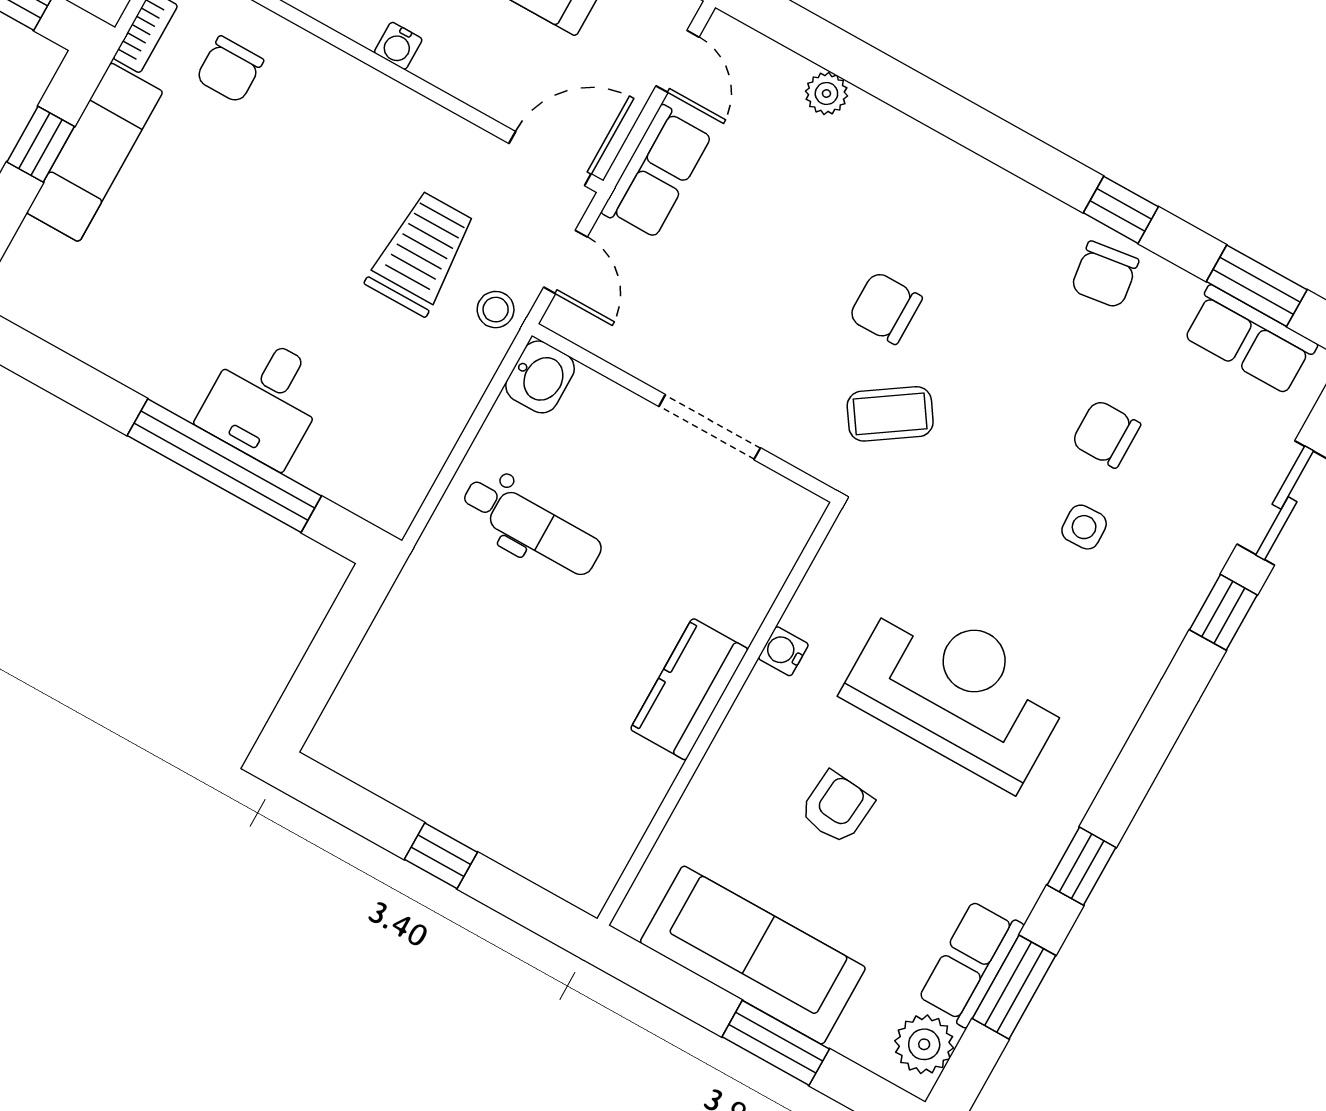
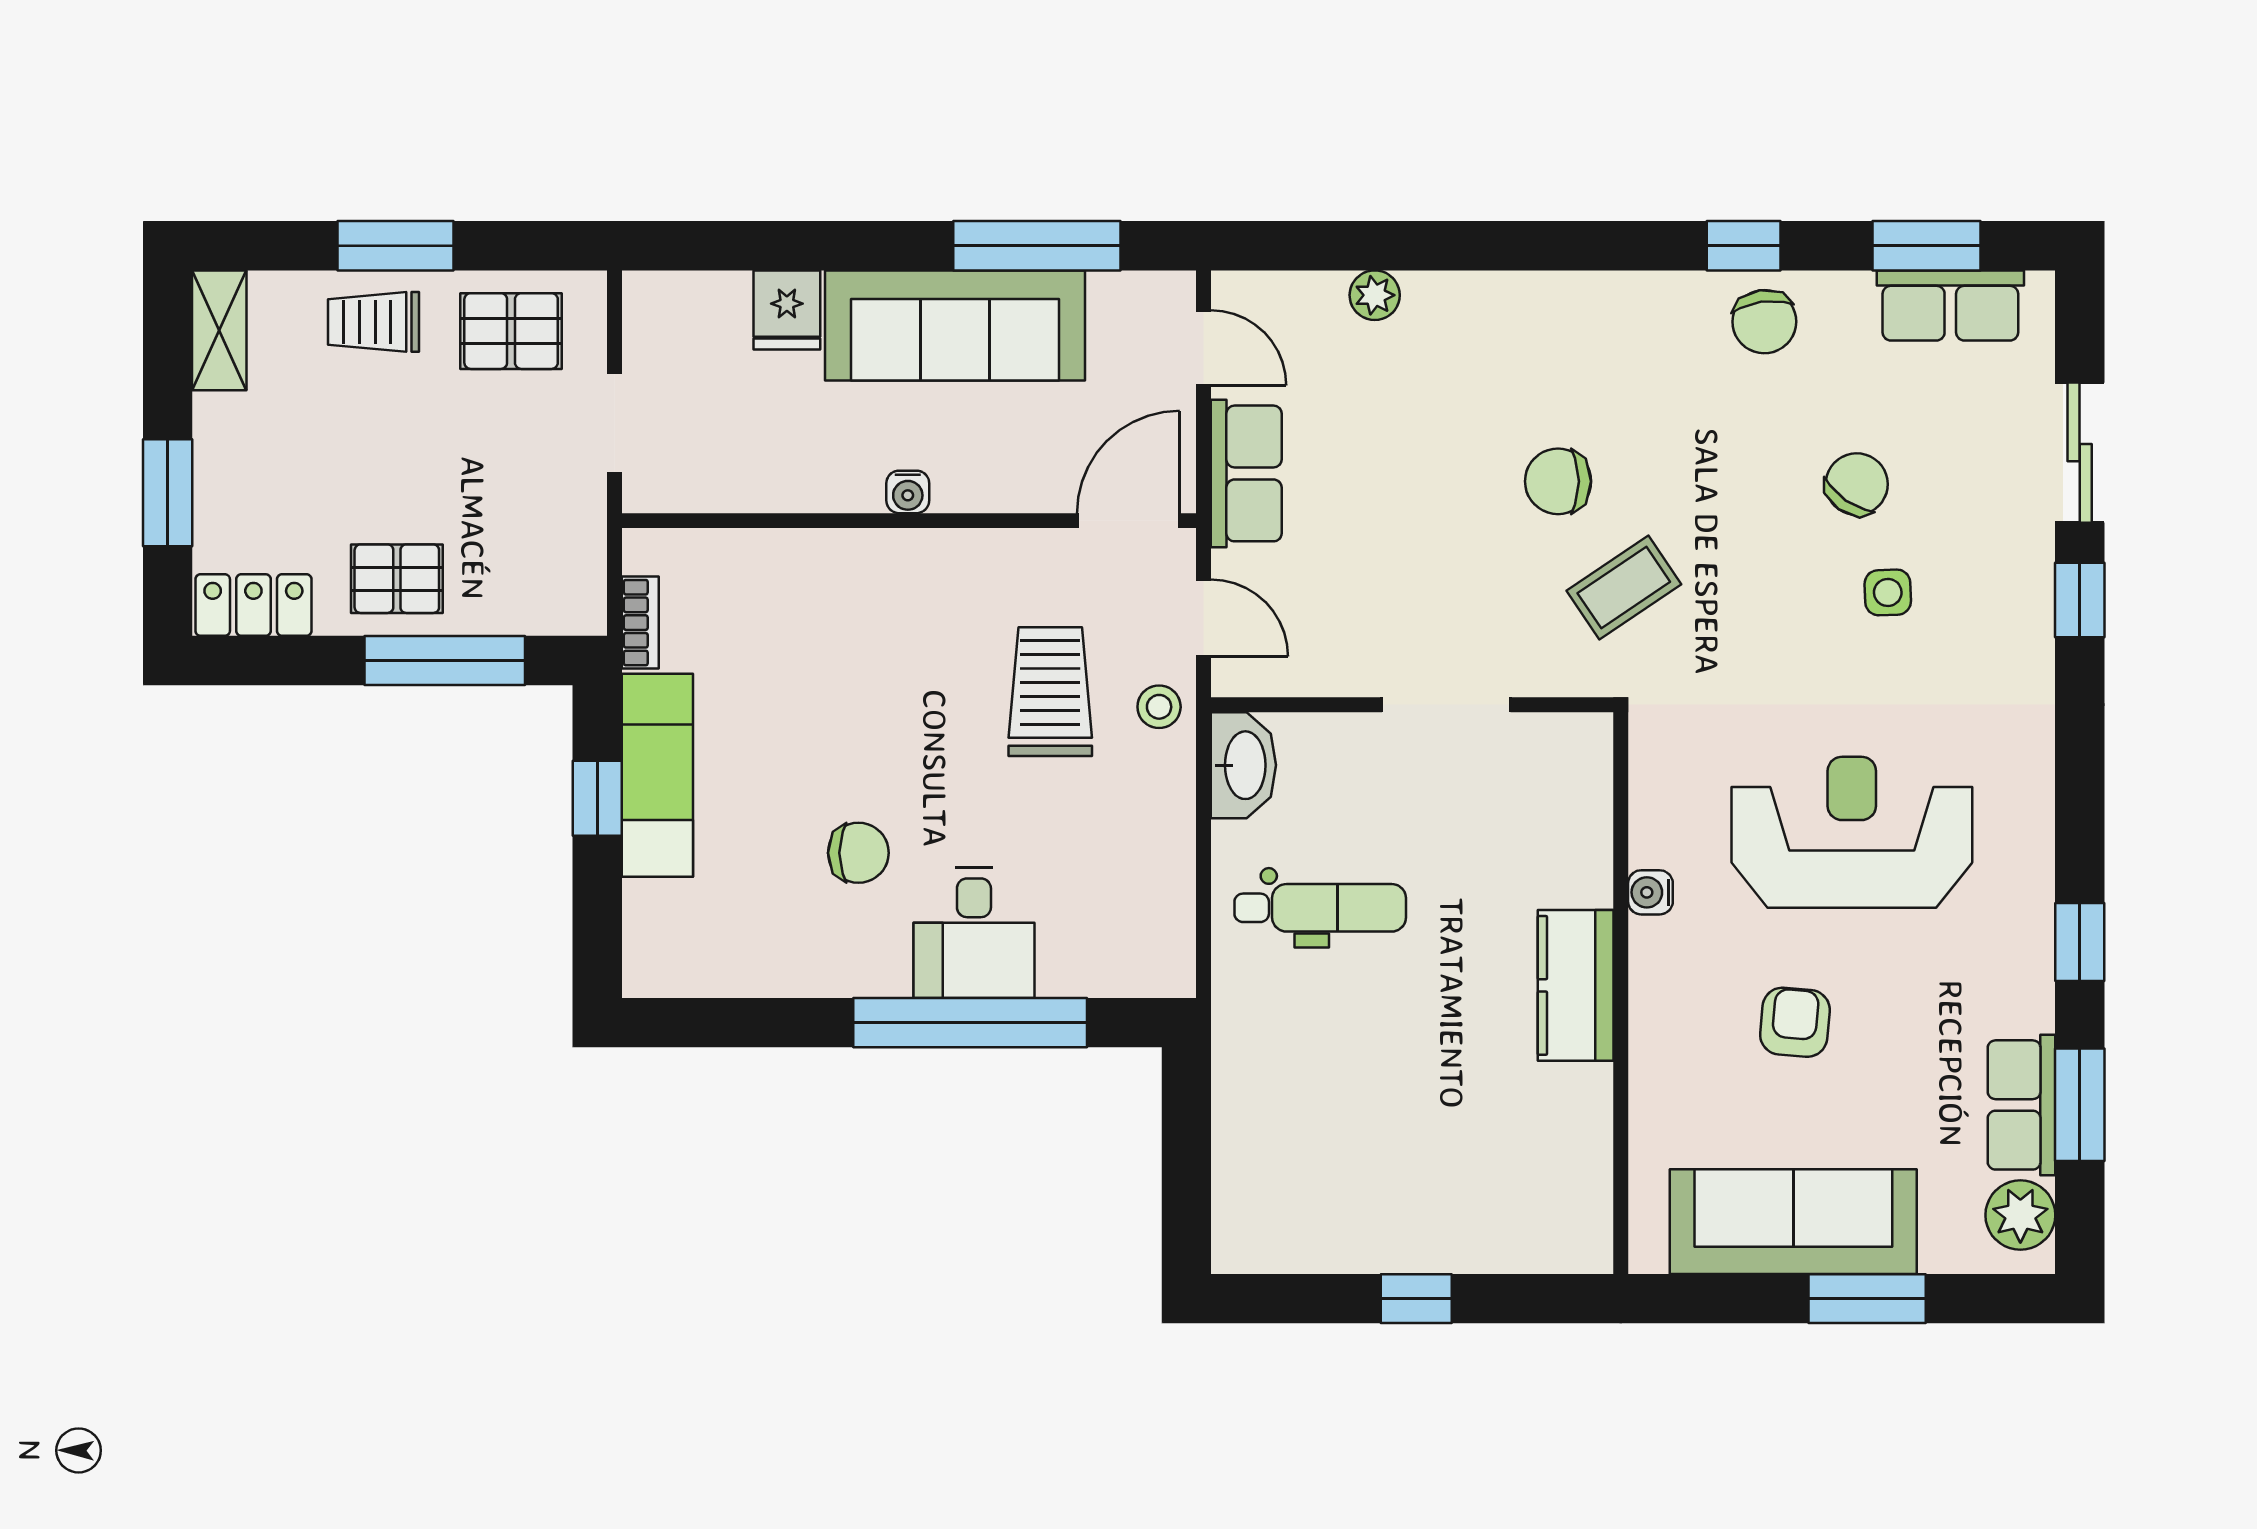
chair: (230, 70) -> (858, 853), moved, turned -90
washbasin: (540, 377) -> (1243, 765), width x1.38
chair: (1106, 434) -> (1857, 484), turned 125

